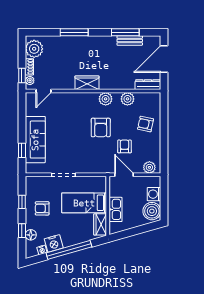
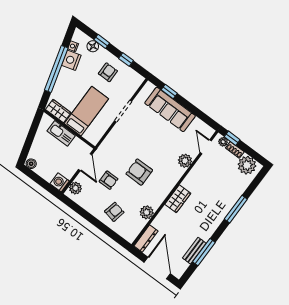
wardrobe: (87, 83) -> (178, 199), moved
plant: (106, 99) -> (185, 161), moved
door: (124, 175) -> (85, 162), hinge flipped
washing machine: (154, 194) -> (60, 182), moved, turned -90
boiler: (152, 211) -> (31, 164), width x0.54, depth x0.54

